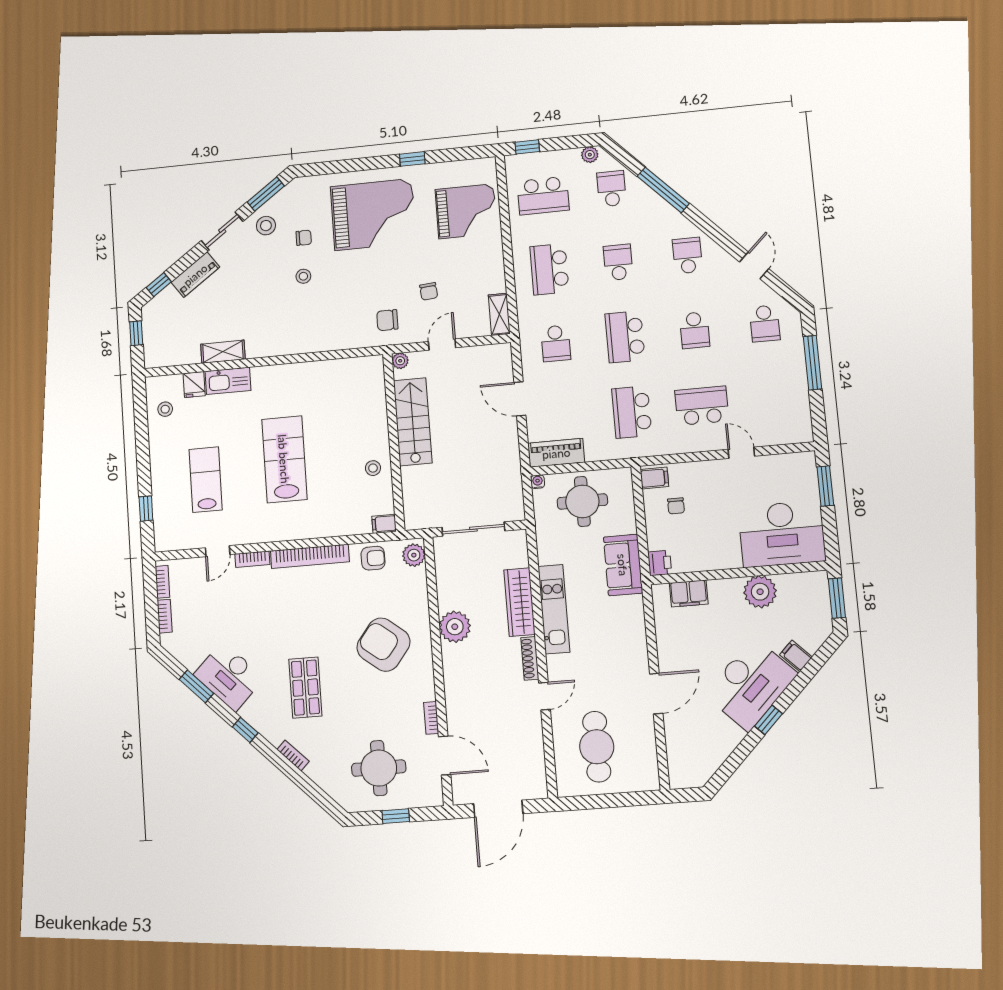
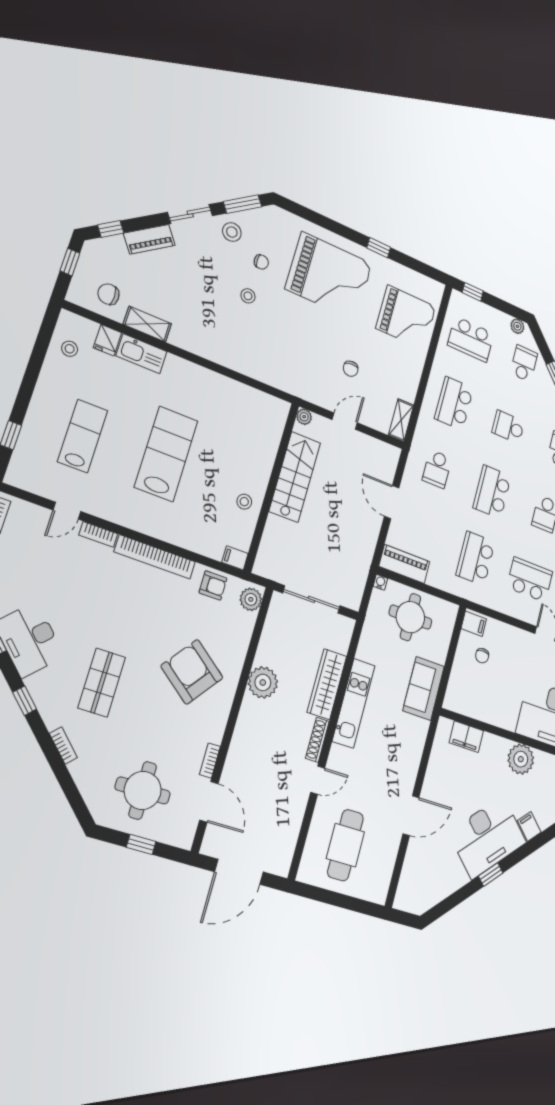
school desk: (618, 262) -> (508, 427), turned -90
chair: (387, 320) -> (108, 294), moved
printer: (660, 563) -> (453, 700), removed

